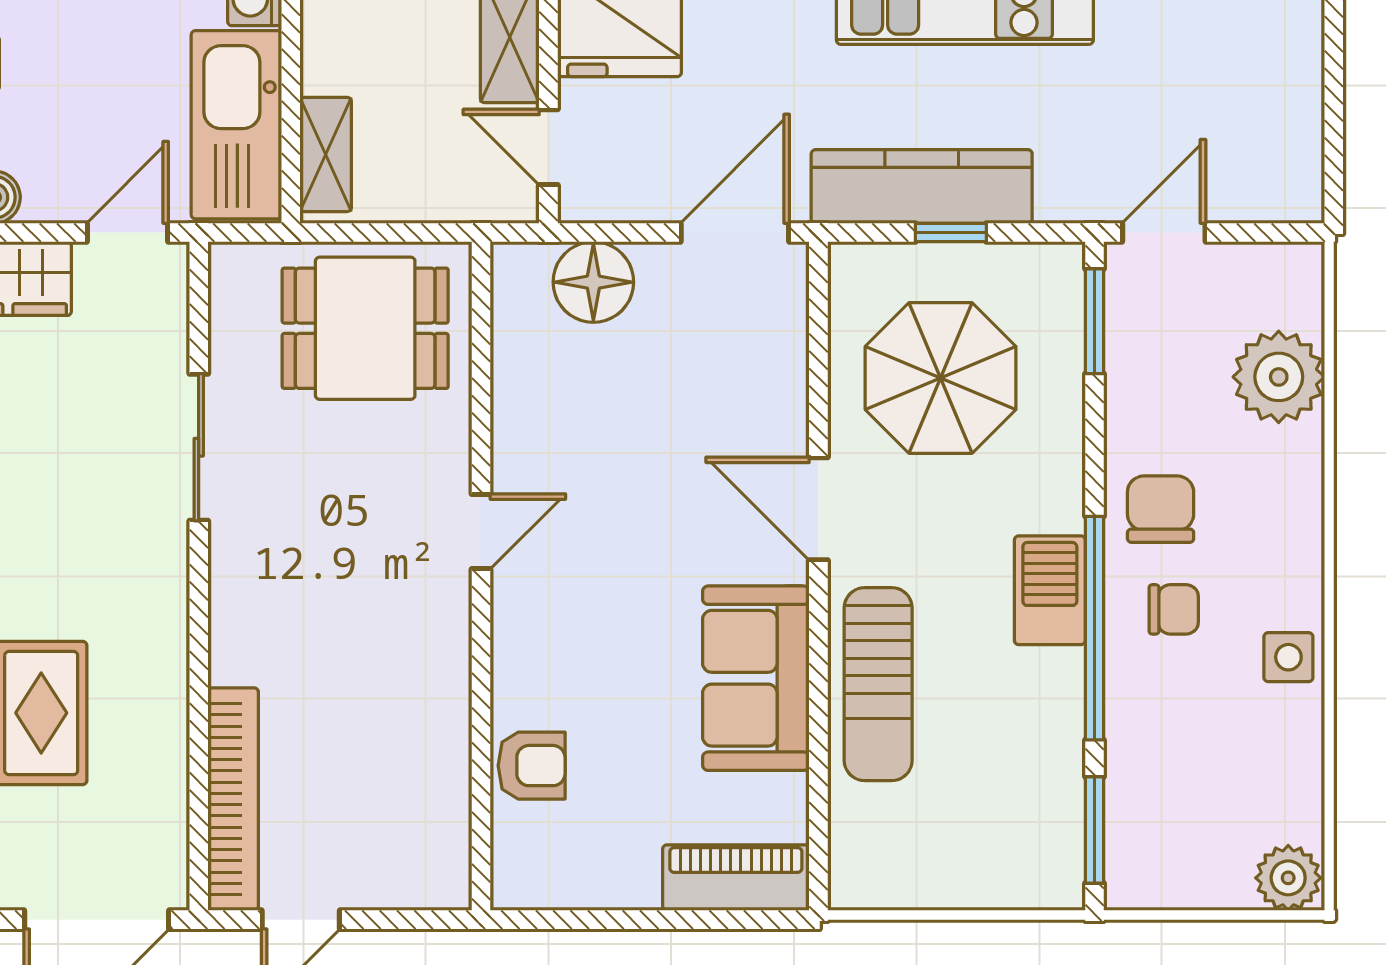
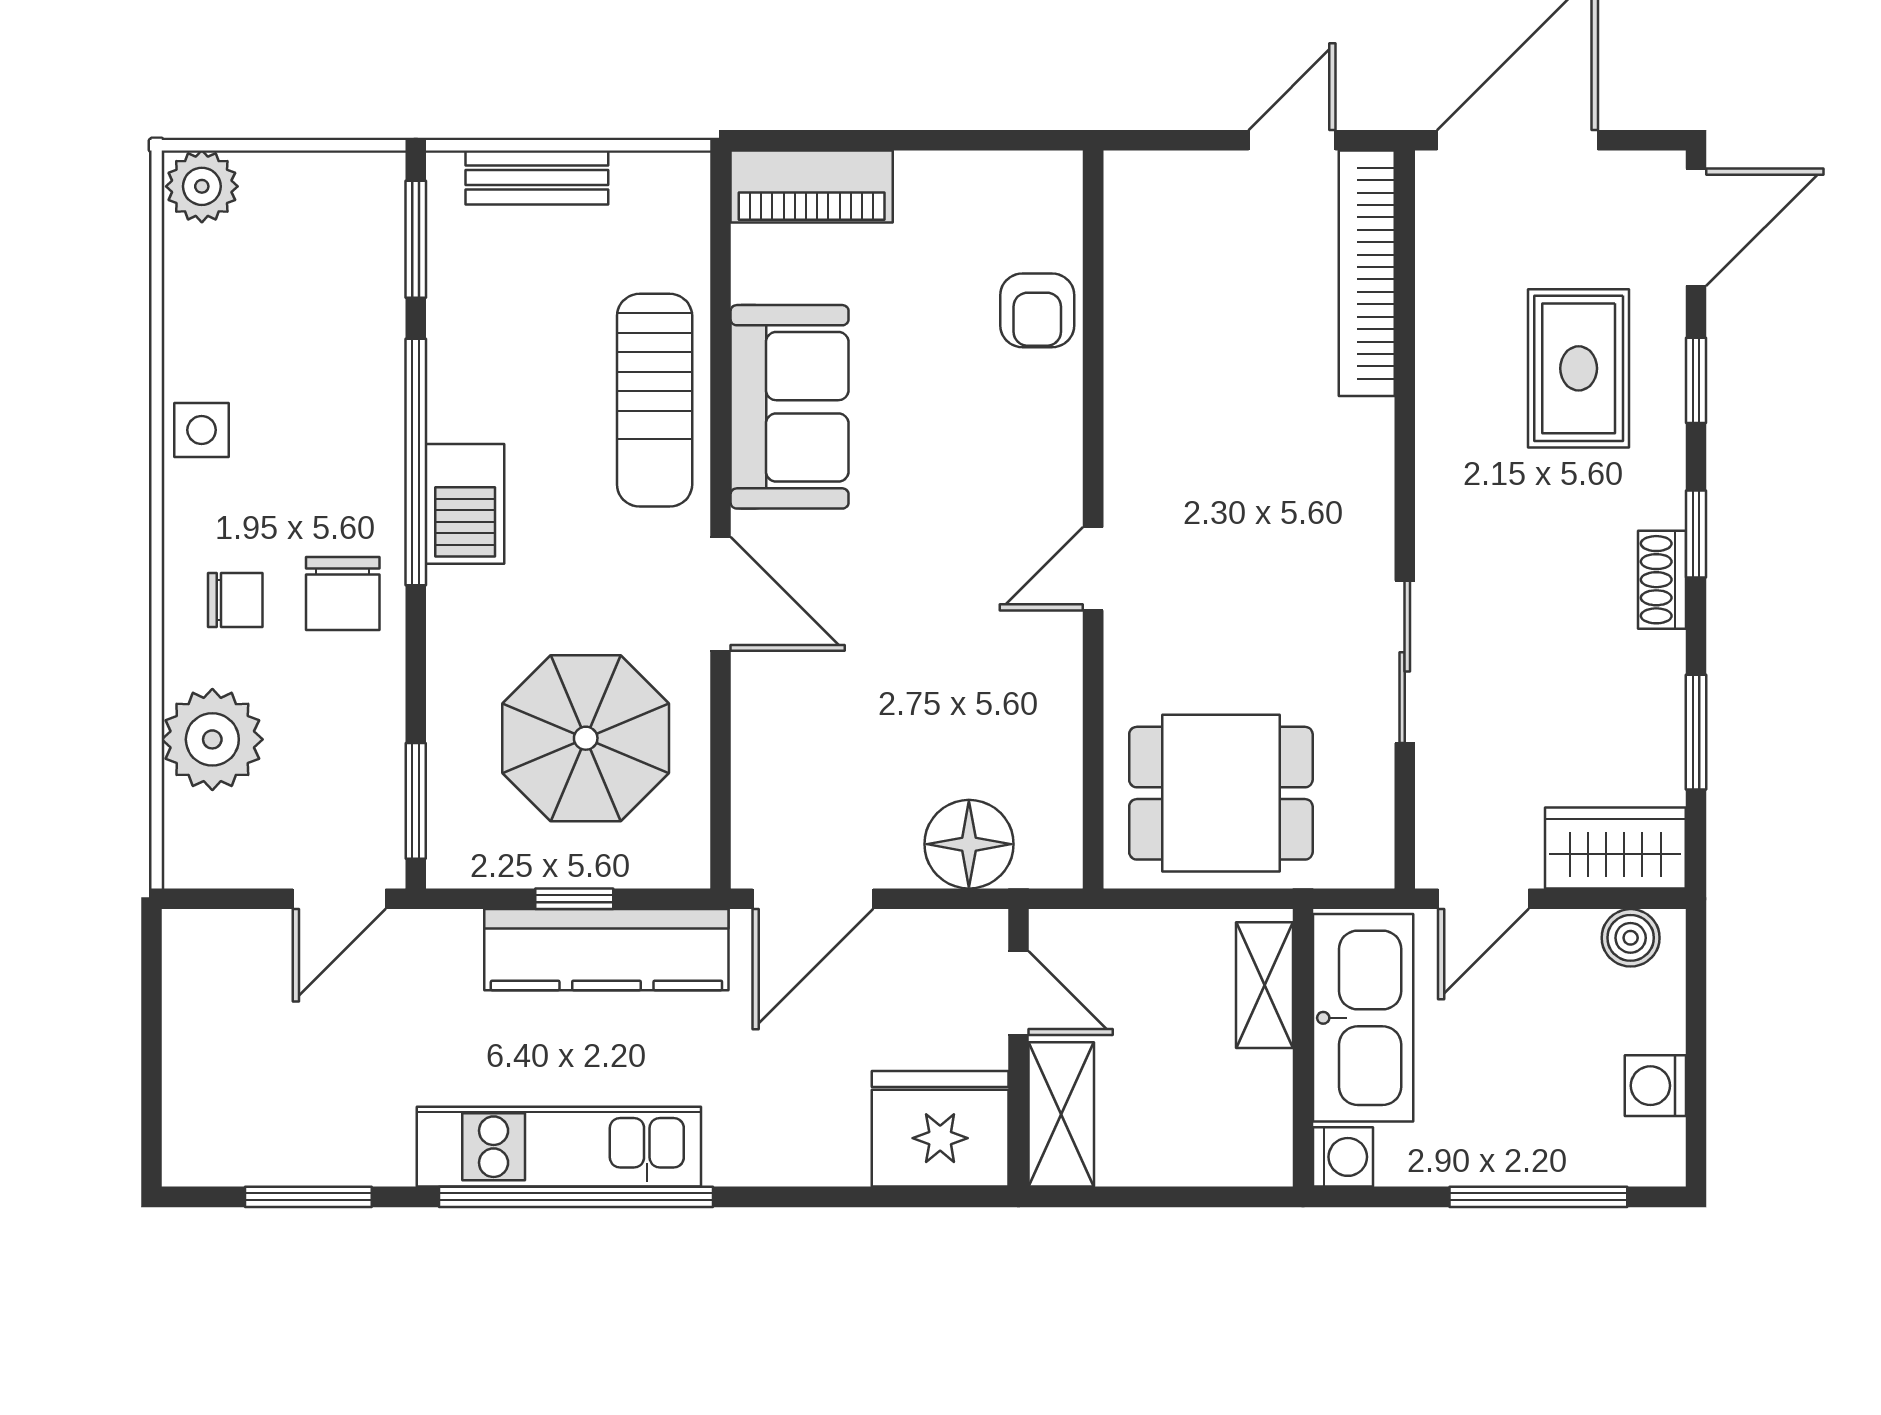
chair: (1174, 609) -> (235, 600), moved, turned 180
sun lounger: (878, 684) -> (655, 400), turned 180
armchair: (532, 766) -> (1037, 310), turned -90
bench: (985, 886) -> (537, 178), added

